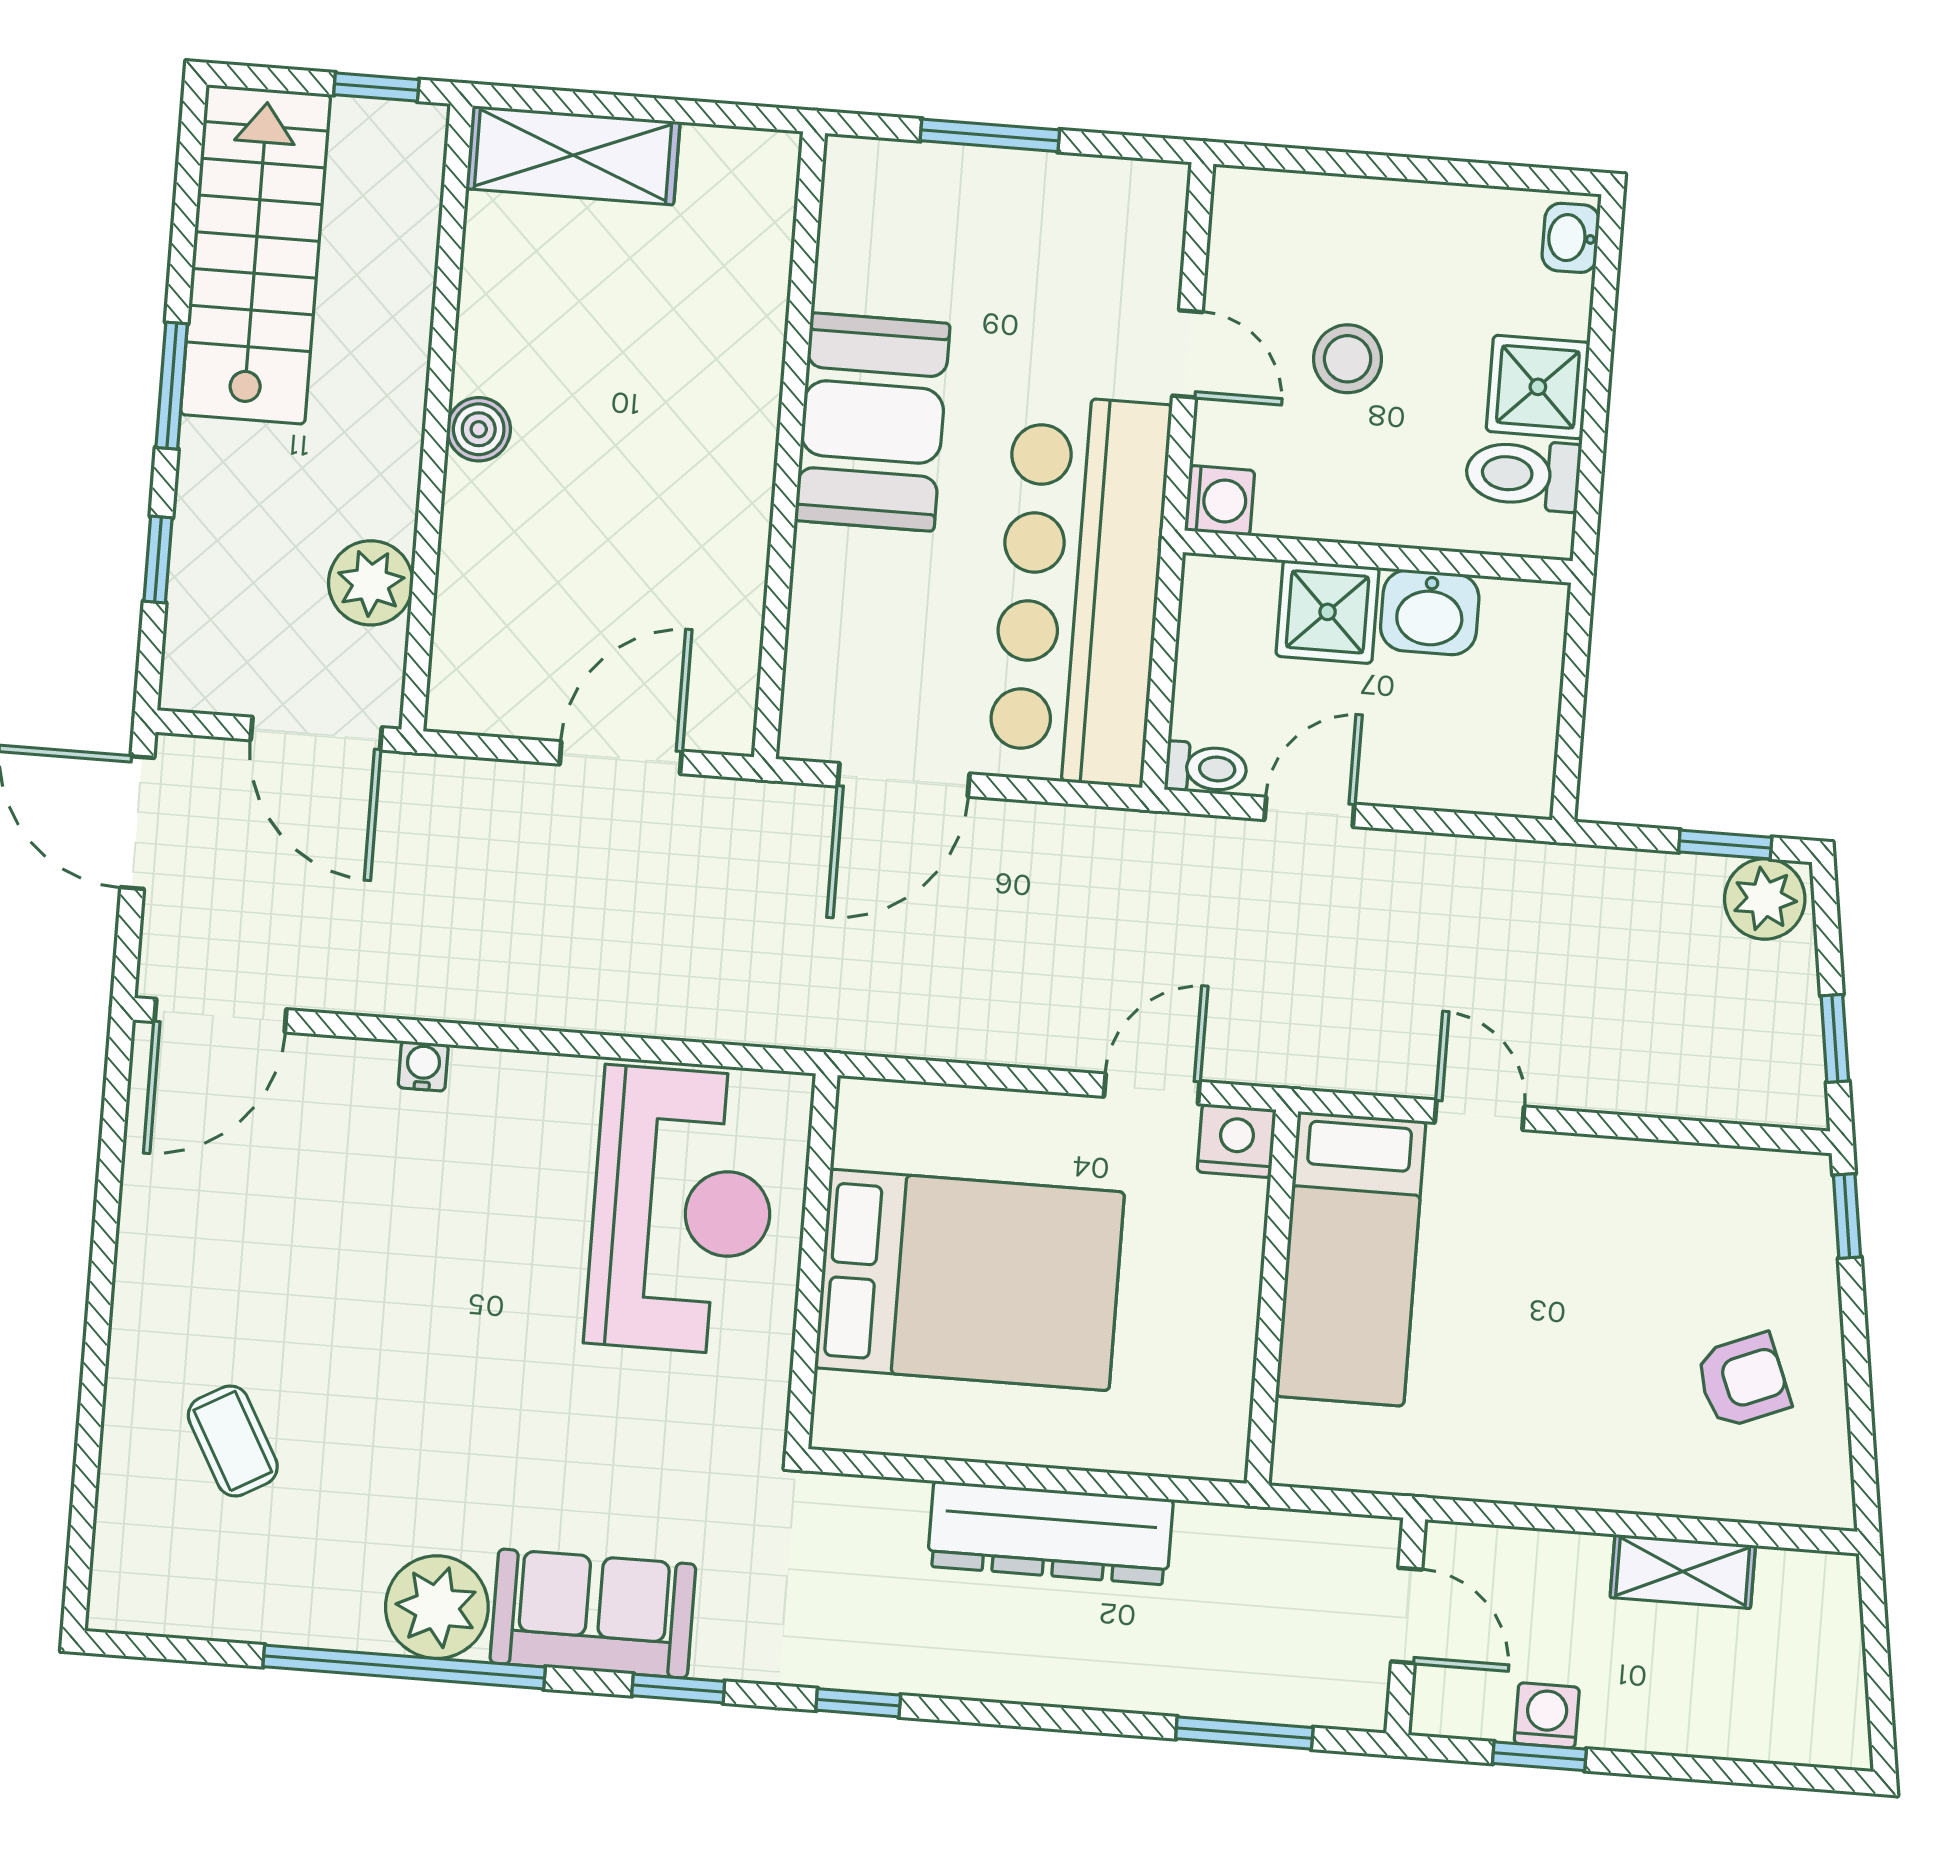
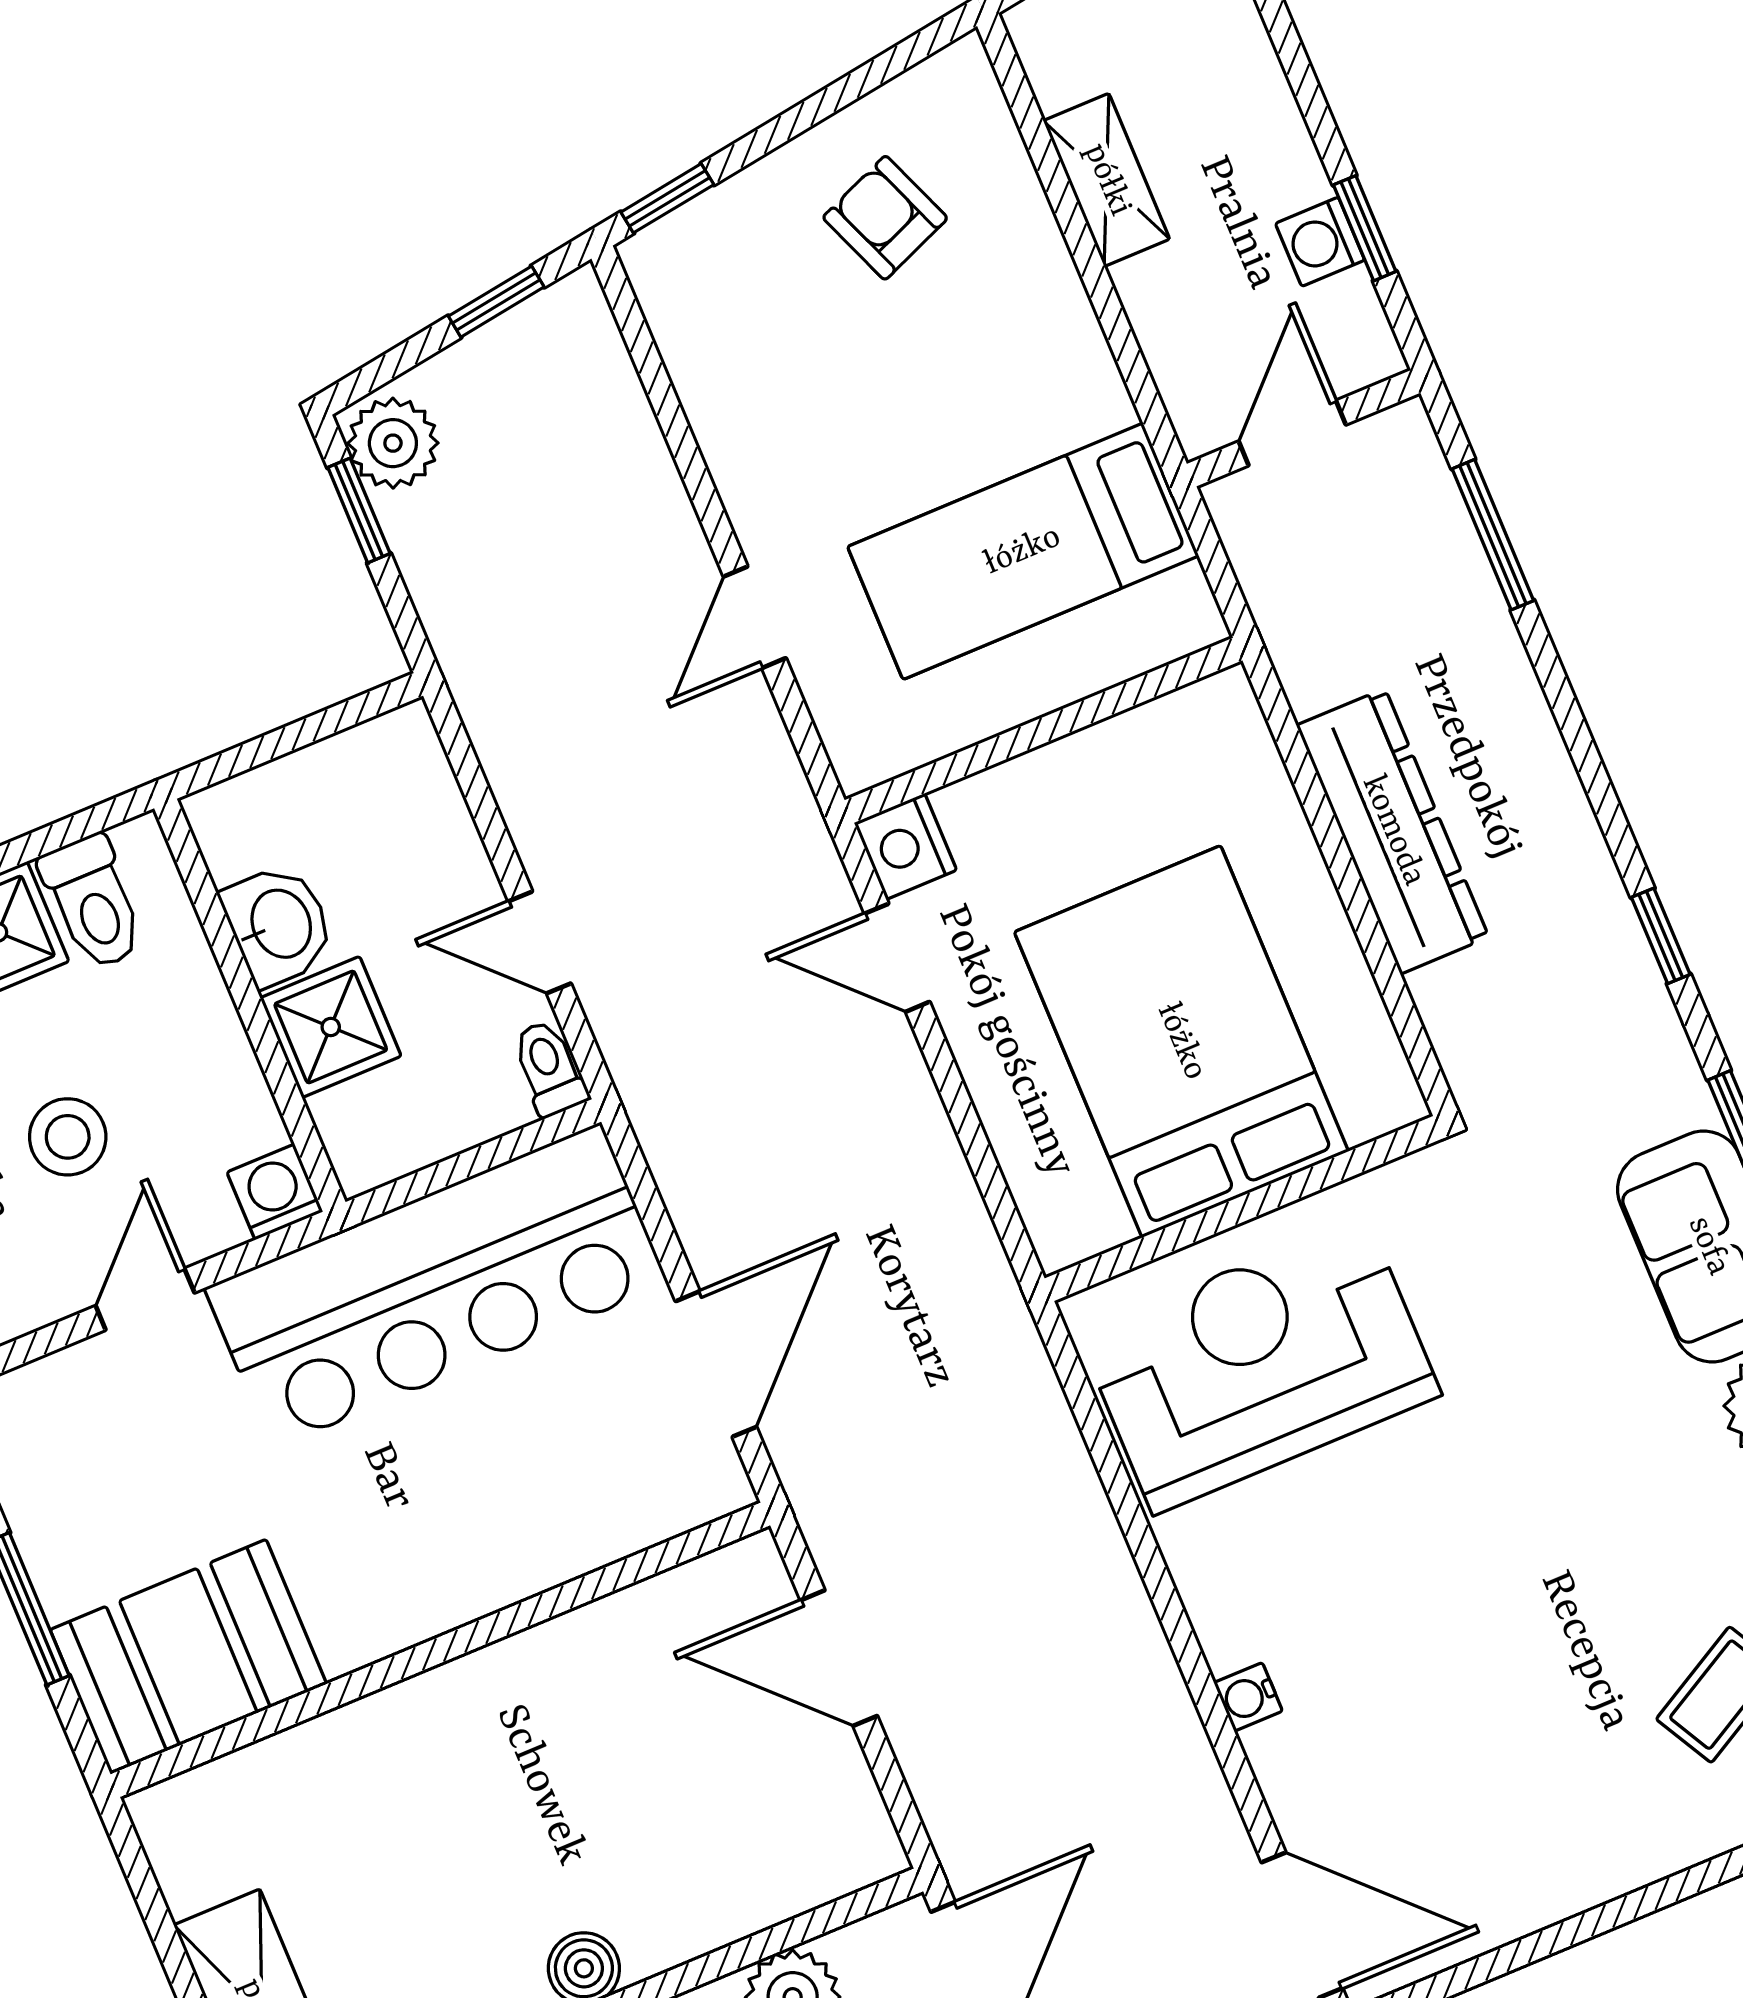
booth: (872, 422) -> (188, 1657), moved
door: (904, 780) -> (716, 1364), hinge flipped
bed: (1351, 1259) -> (1023, 551), moved, turned 180

